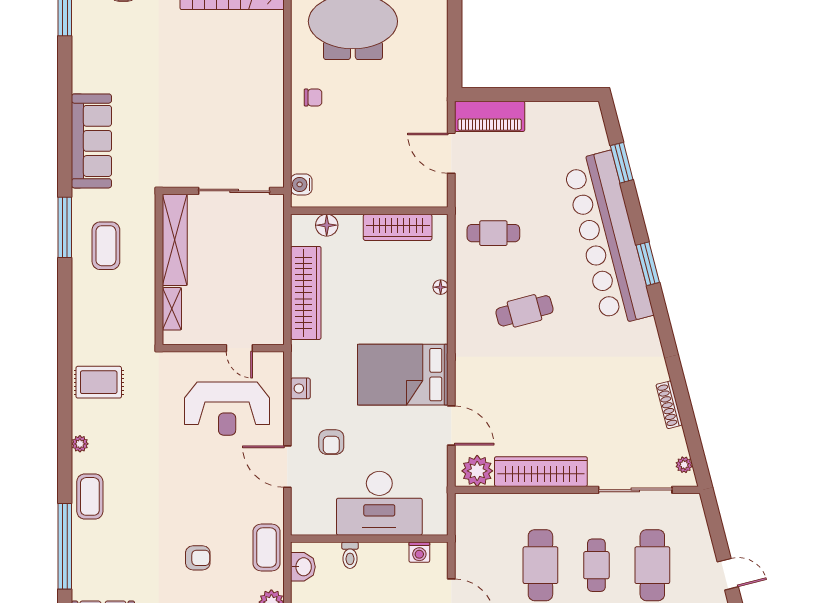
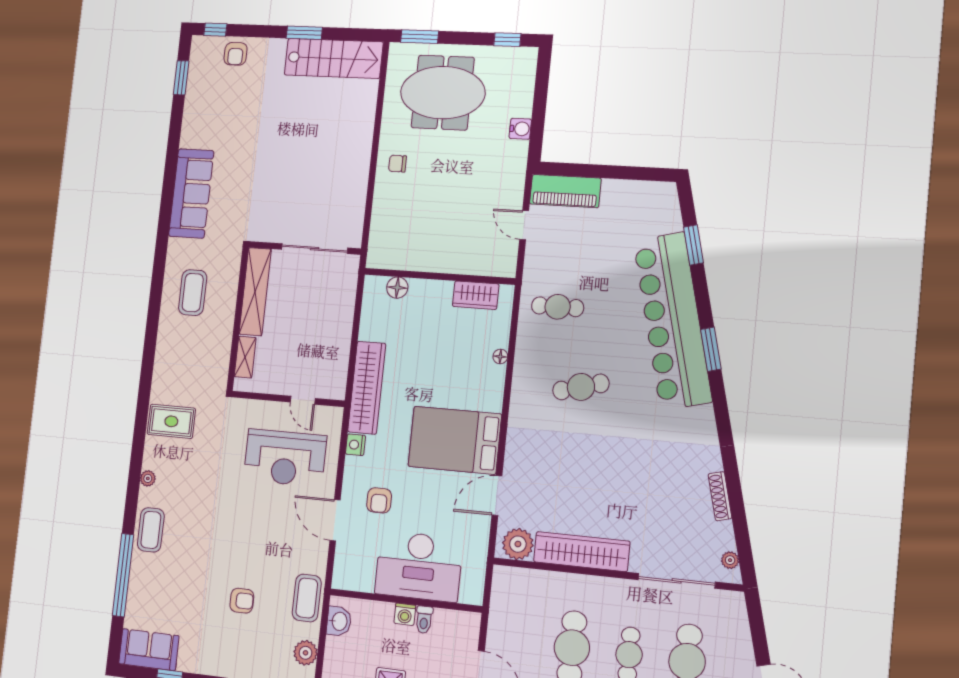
chair: (313, 97) -> (397, 164), turned 180
door: (451, 153) -> (524, 225), width x0.73
water cooler: (301, 184) -> (520, 129), moved, turned 180
window: (65, 227) -> (158, 273), removed
wardrobe: (398, 227) -> (476, 295), width x0.67
wardrobe: (306, 293) -> (367, 388), moved
door: (451, 425) -> (497, 496), swing flipped
washing machine: (419, 552) -> (405, 614), moved
toilet: (350, 555) -> (424, 620), moved

